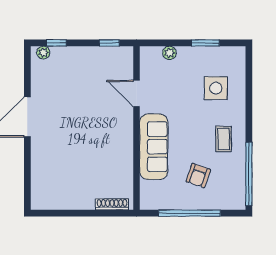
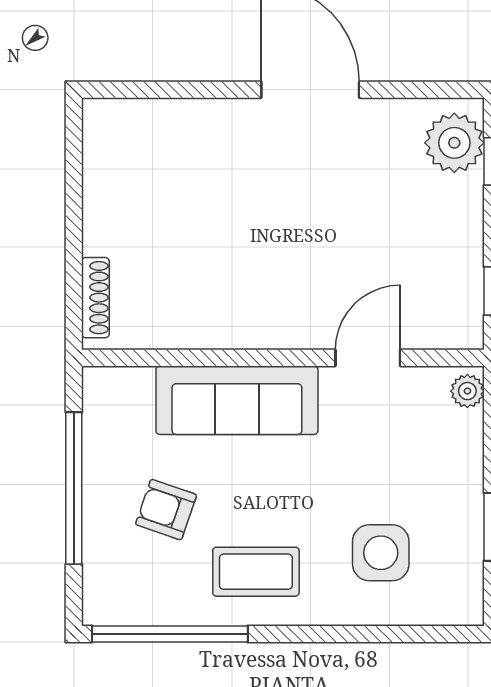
plant: (43, 53) -> (454, 143), width x1.88, depth x1.88
plant: (169, 53) -> (467, 391), moved
coffee table: (224, 139) -> (256, 572), width x1.36, depth x1.30

